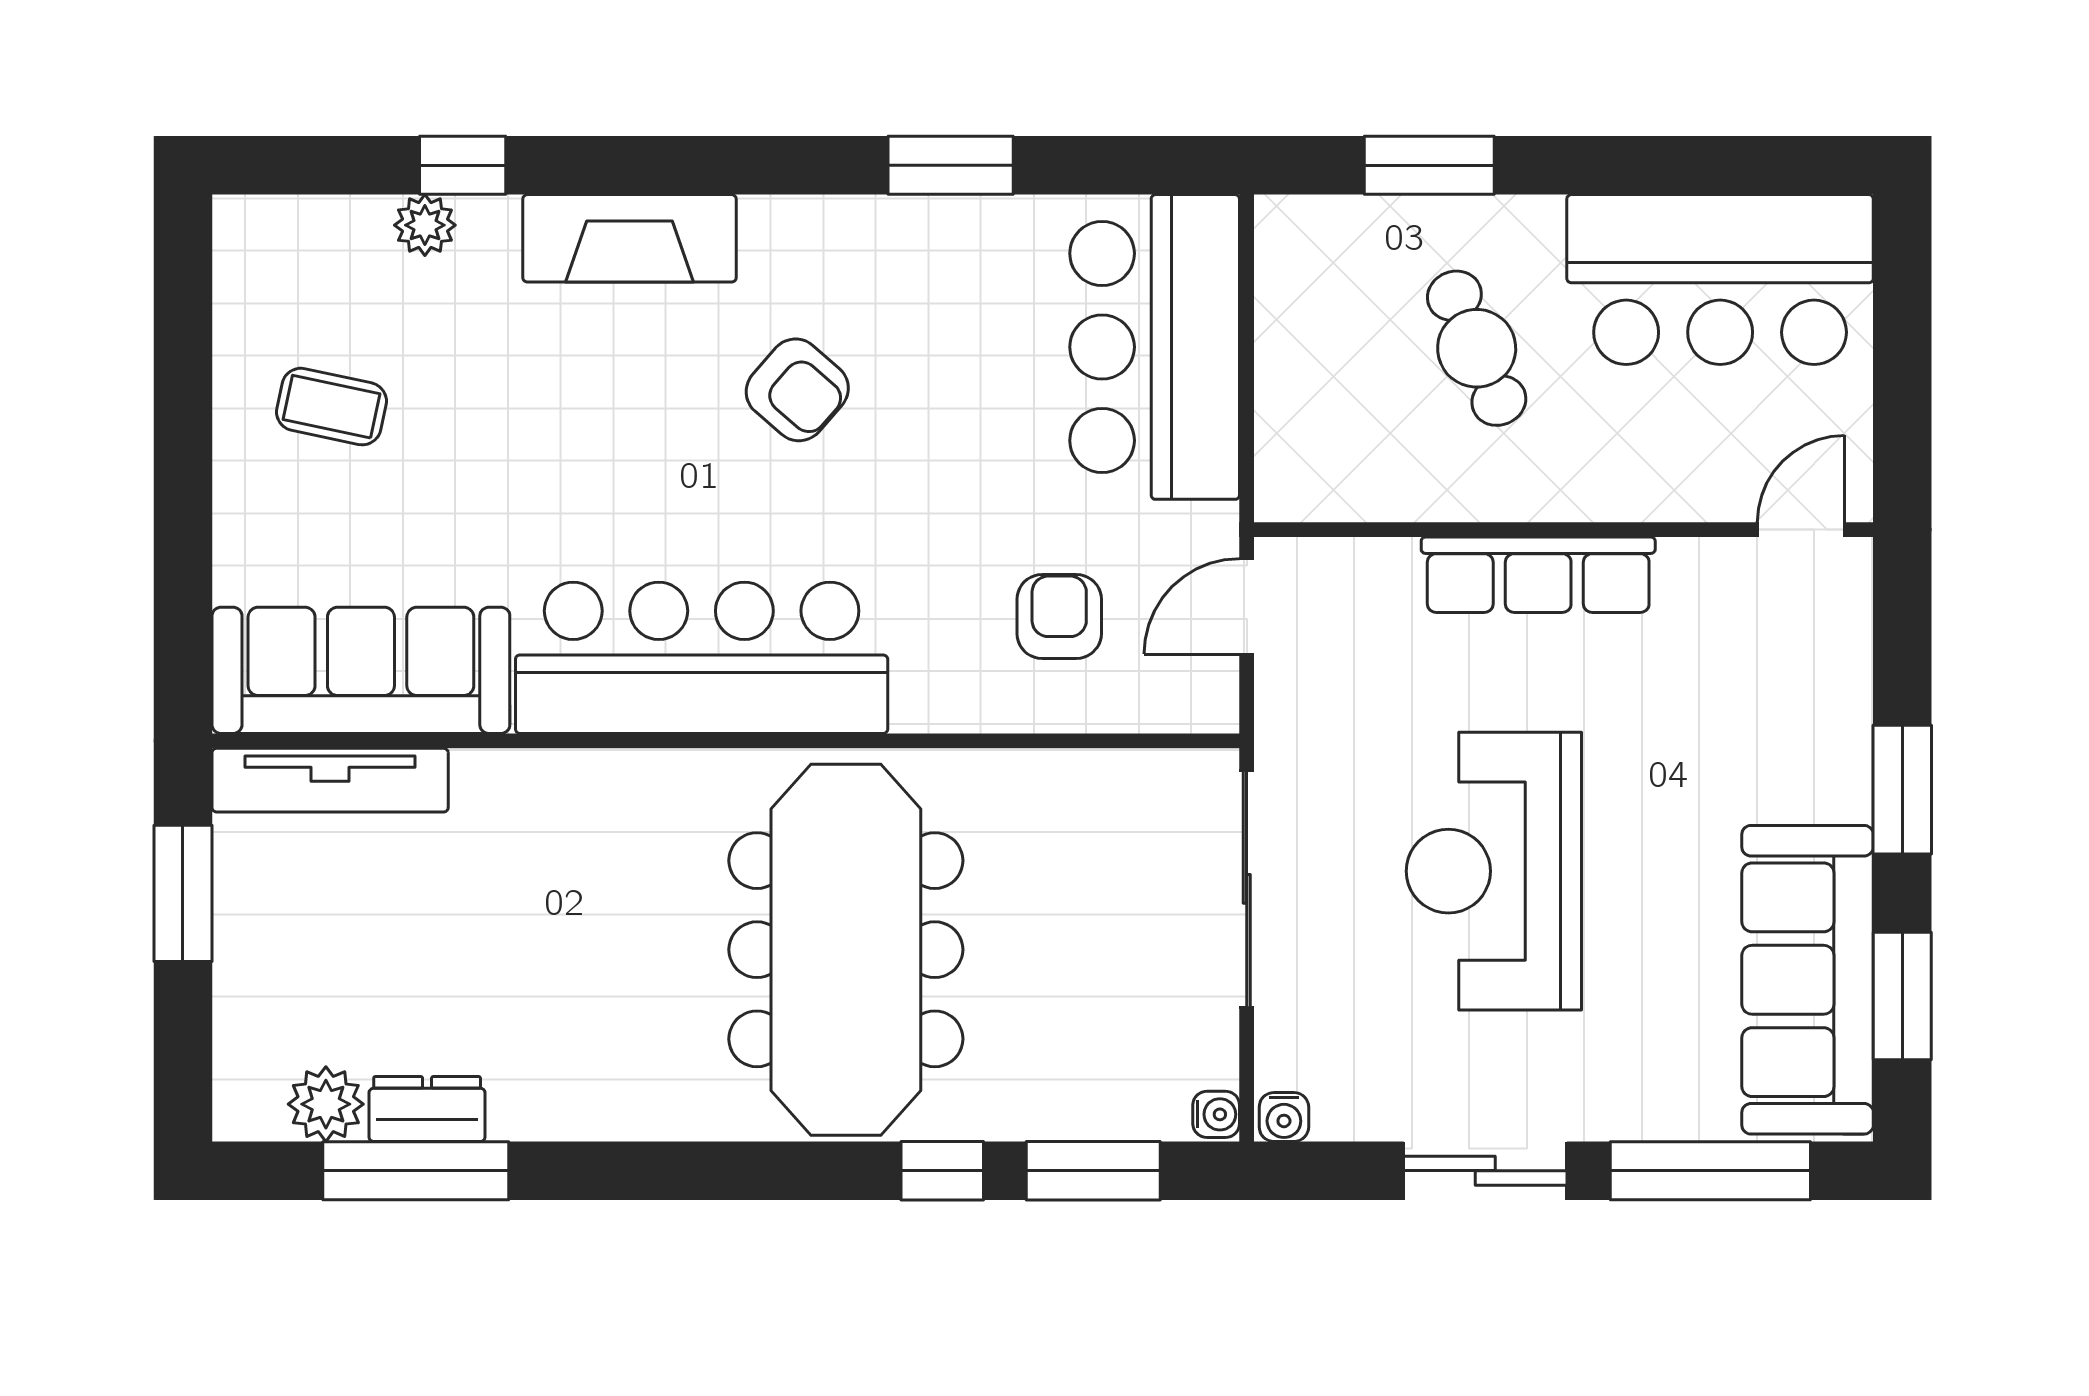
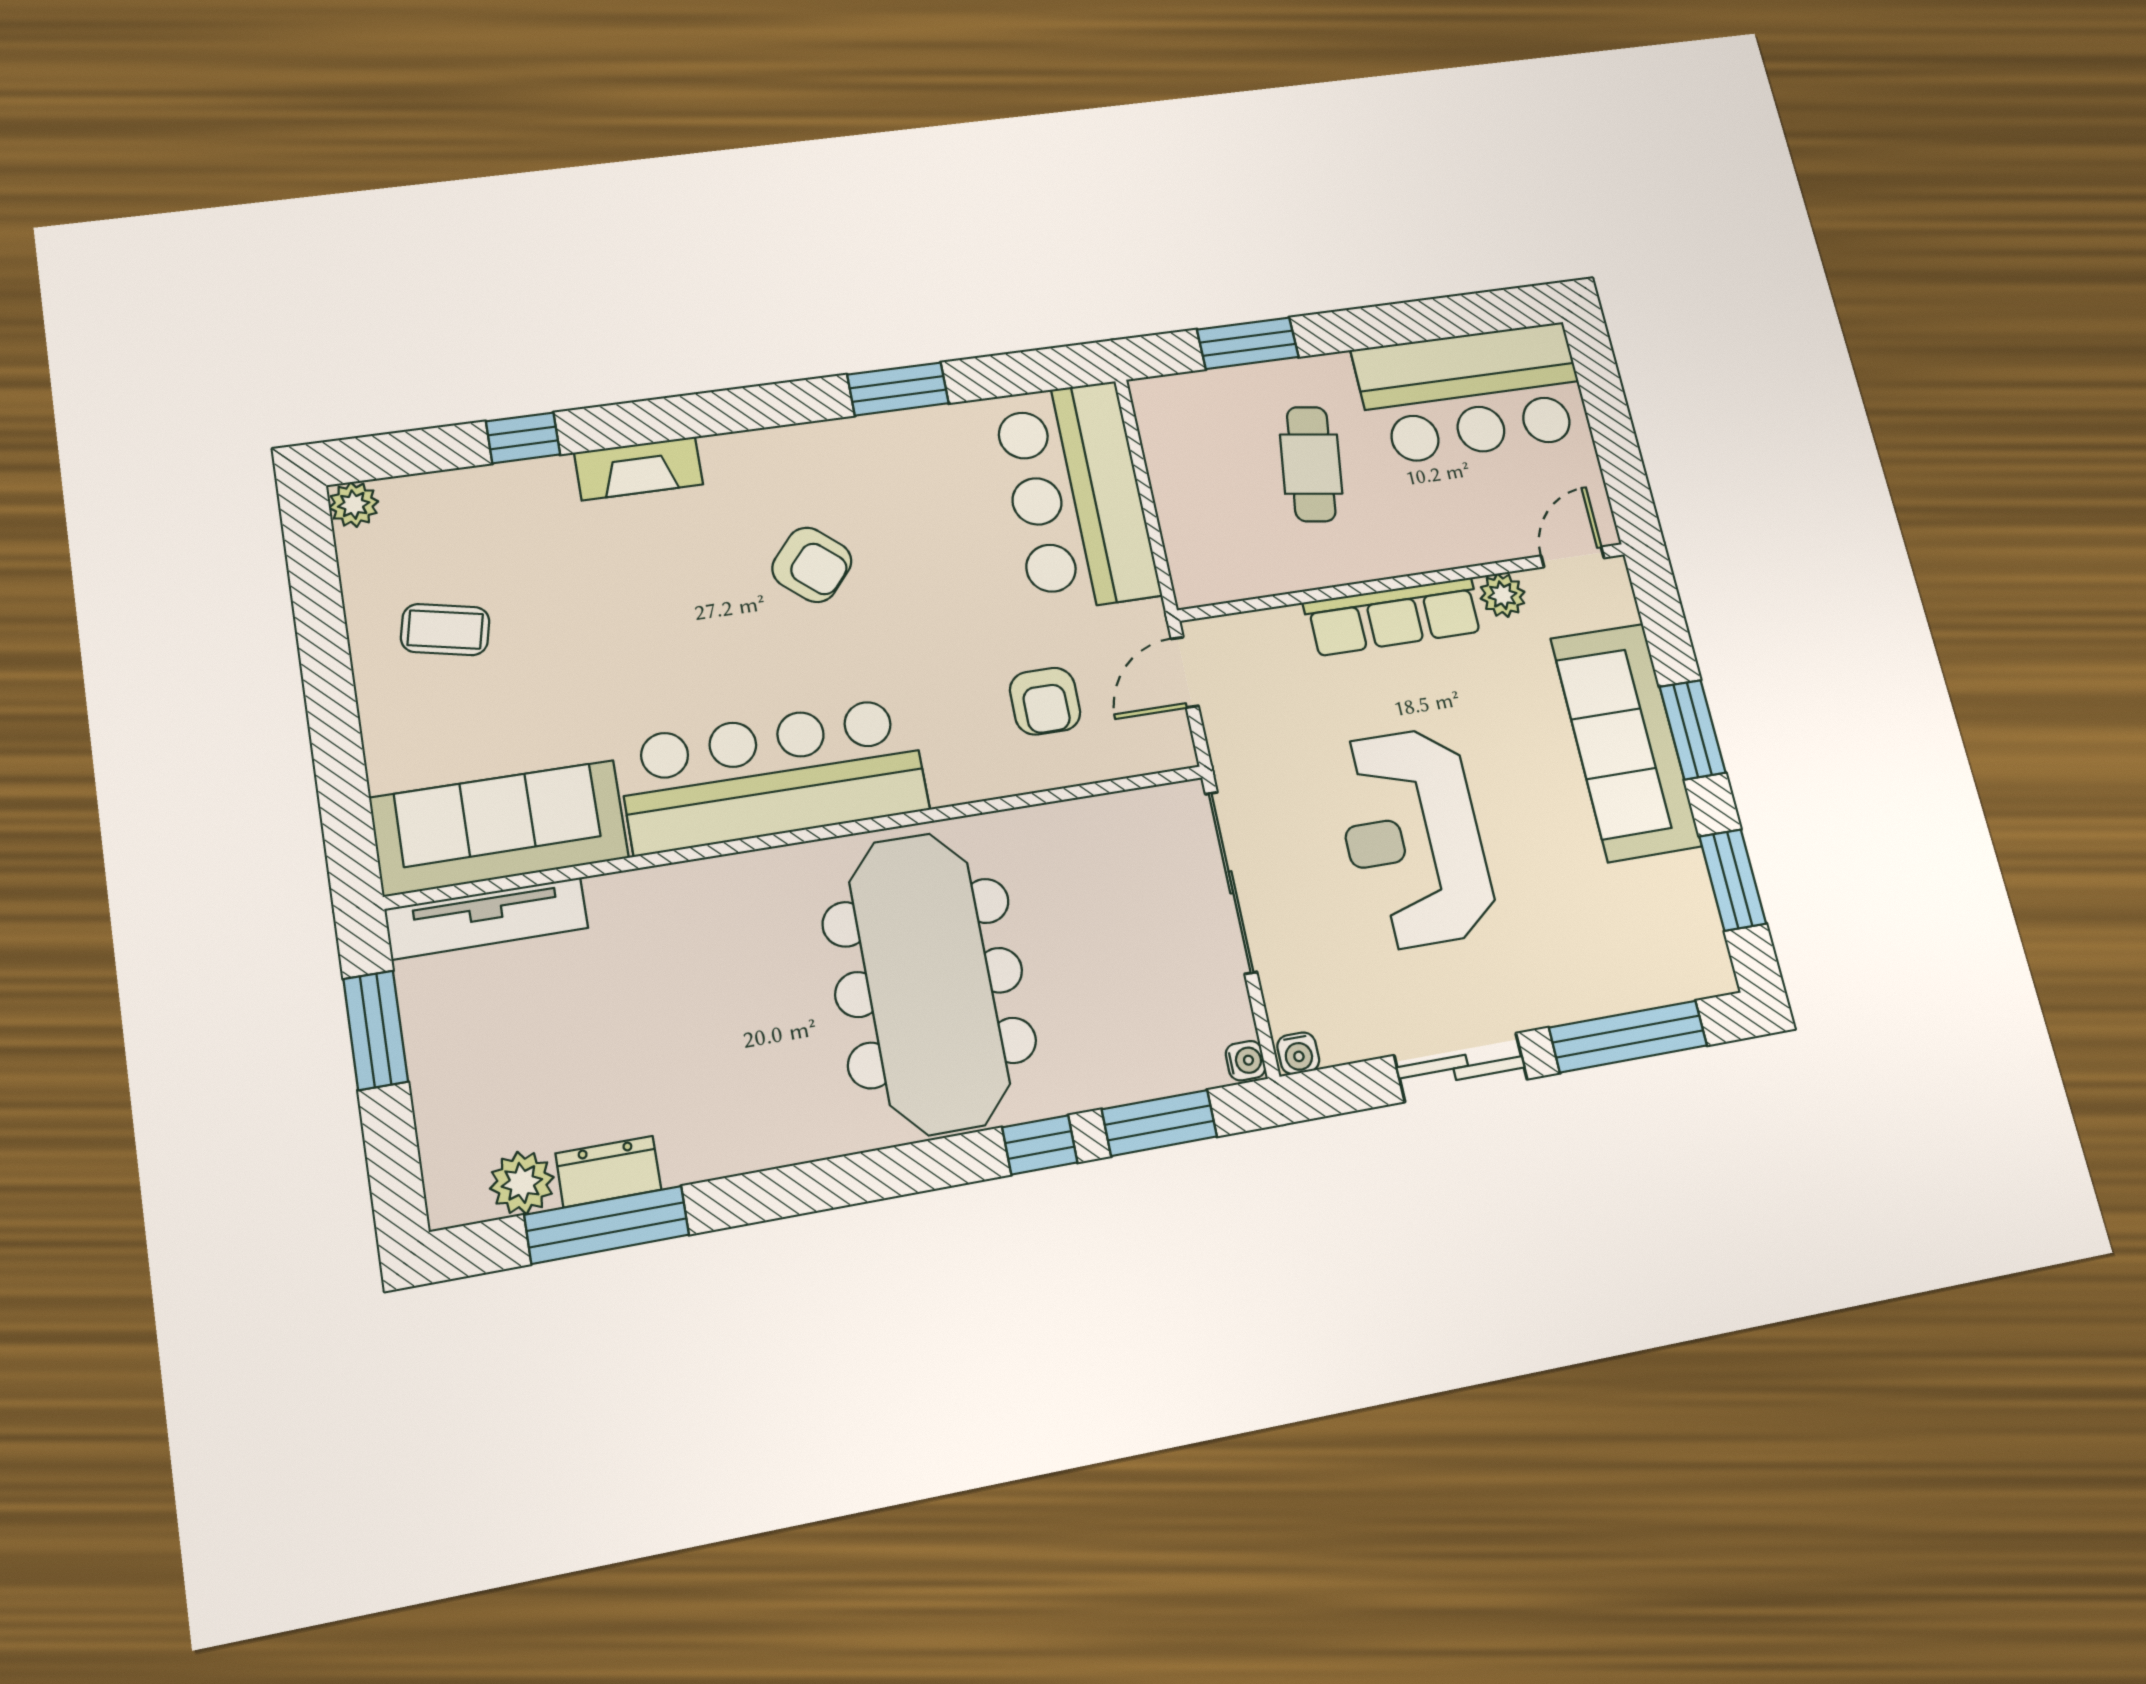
plant: (425, 225) -> (354, 505), moved
fireplace: (629, 238) -> (639, 468), width x0.73, depth x0.76
cafe table: (1477, 348) -> (1311, 464), turned 31
plant: (1692, 568) -> (1503, 595), added
armchair: (1059, 616) -> (1045, 701), turned 180
sofa: (1808, 980) -> (1626, 742), moved

